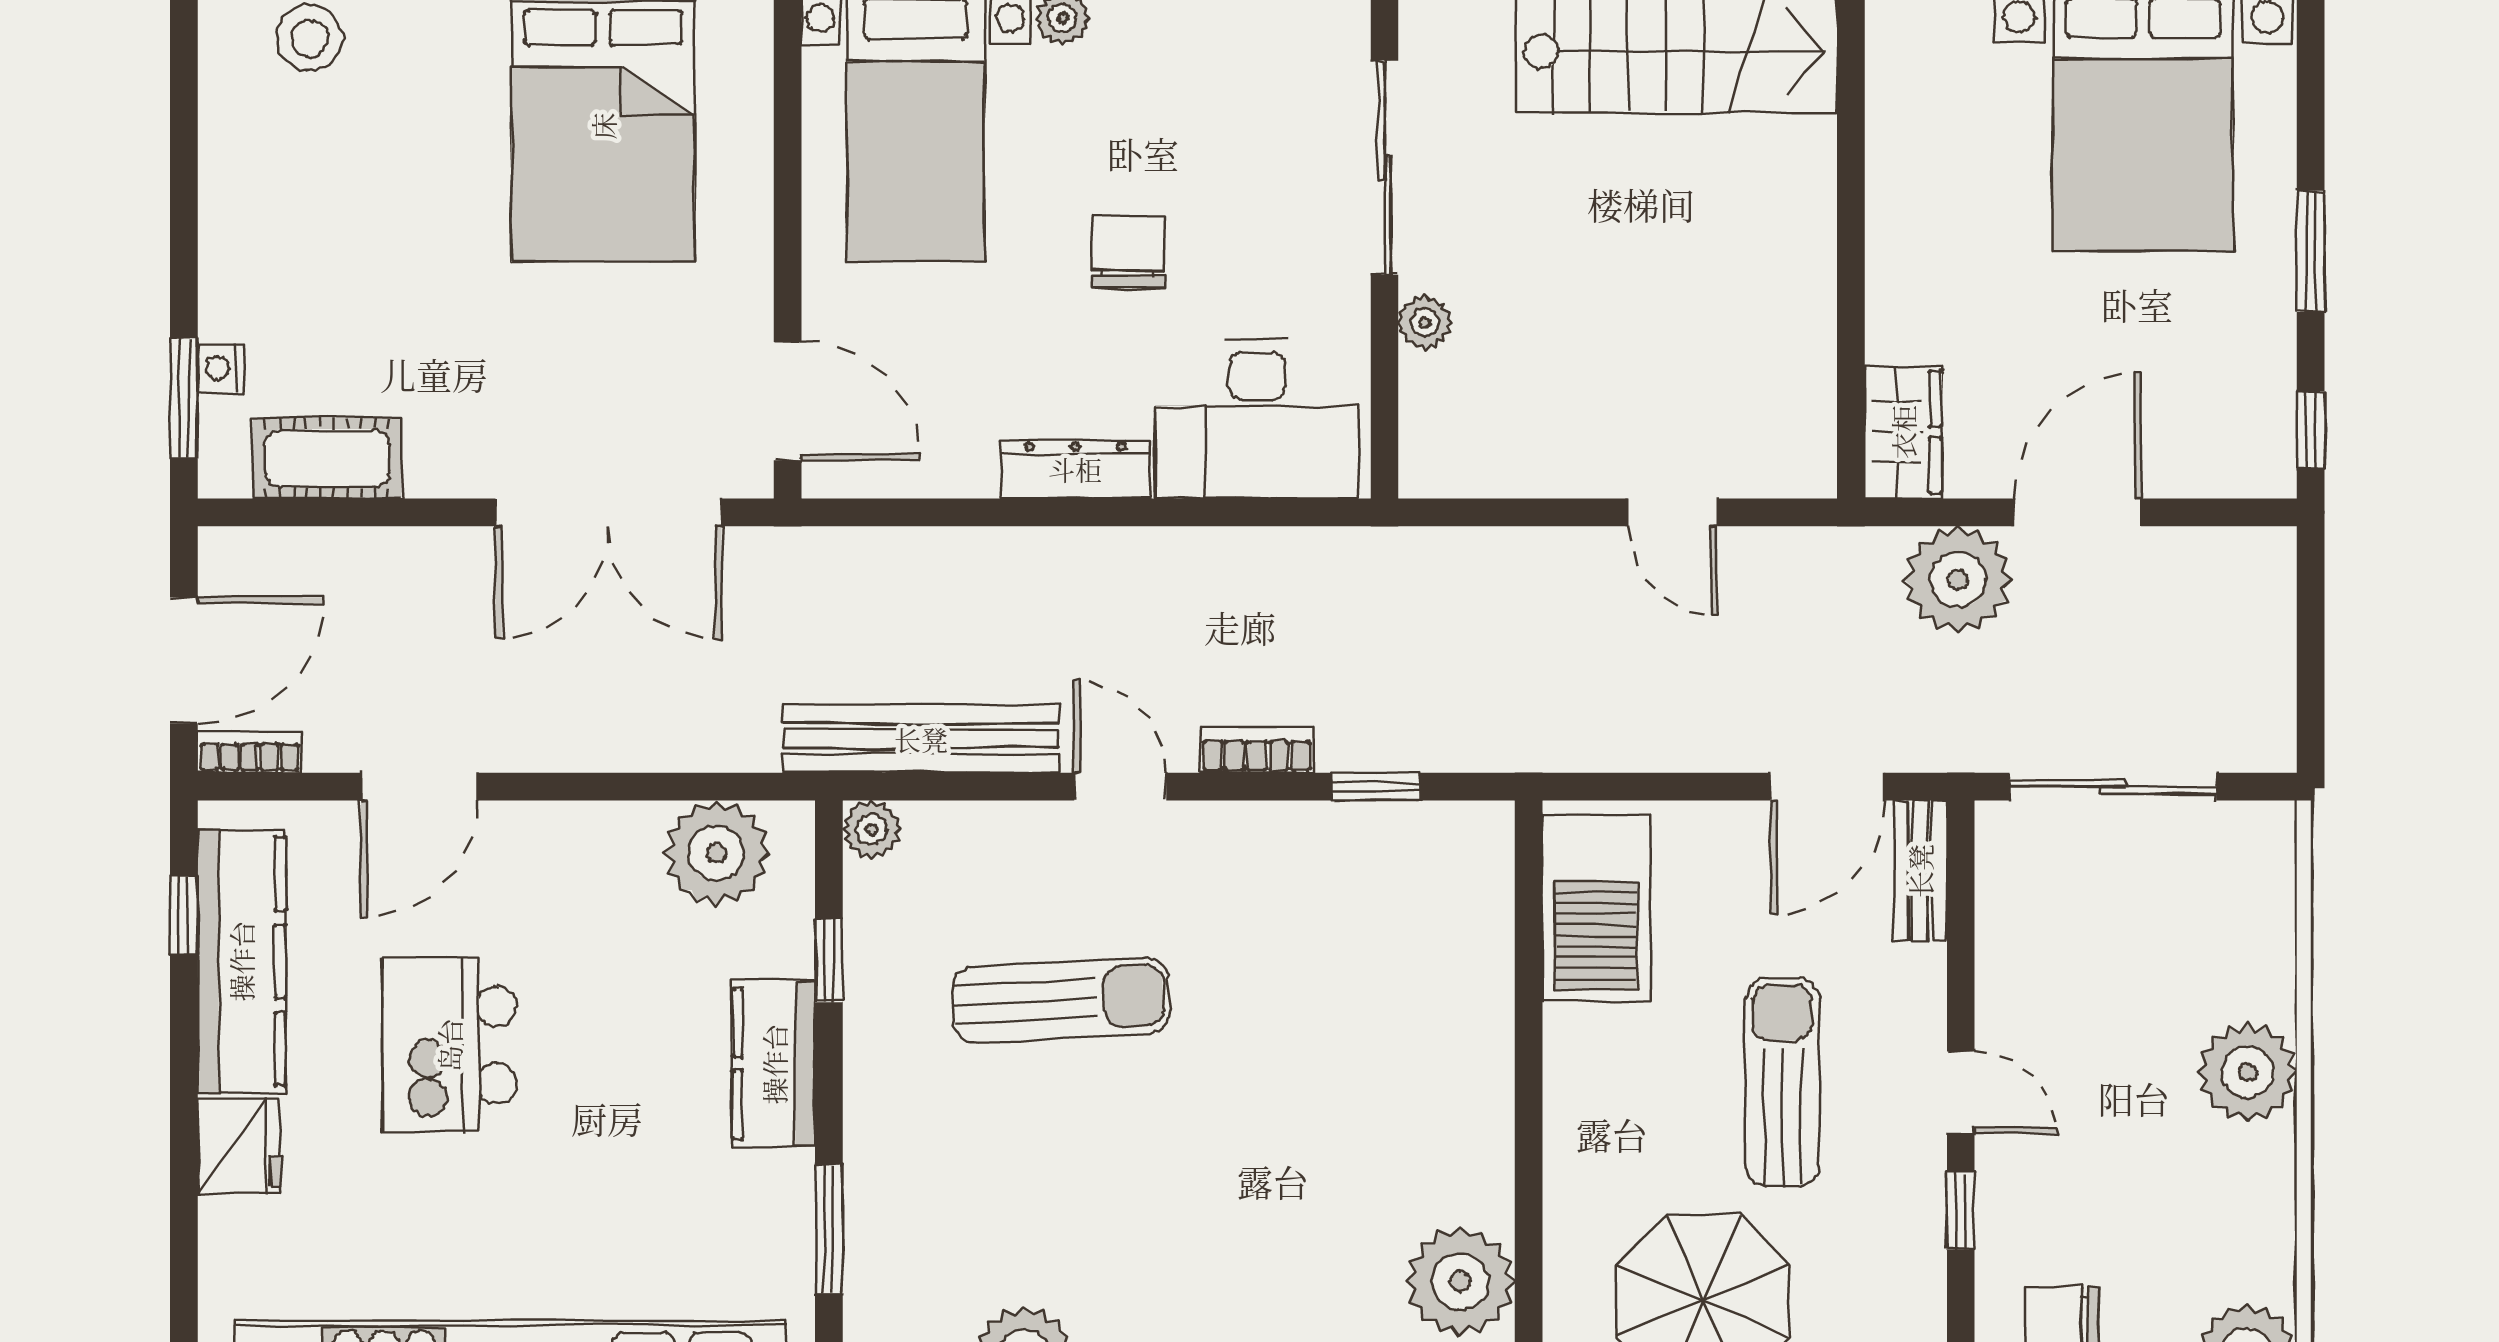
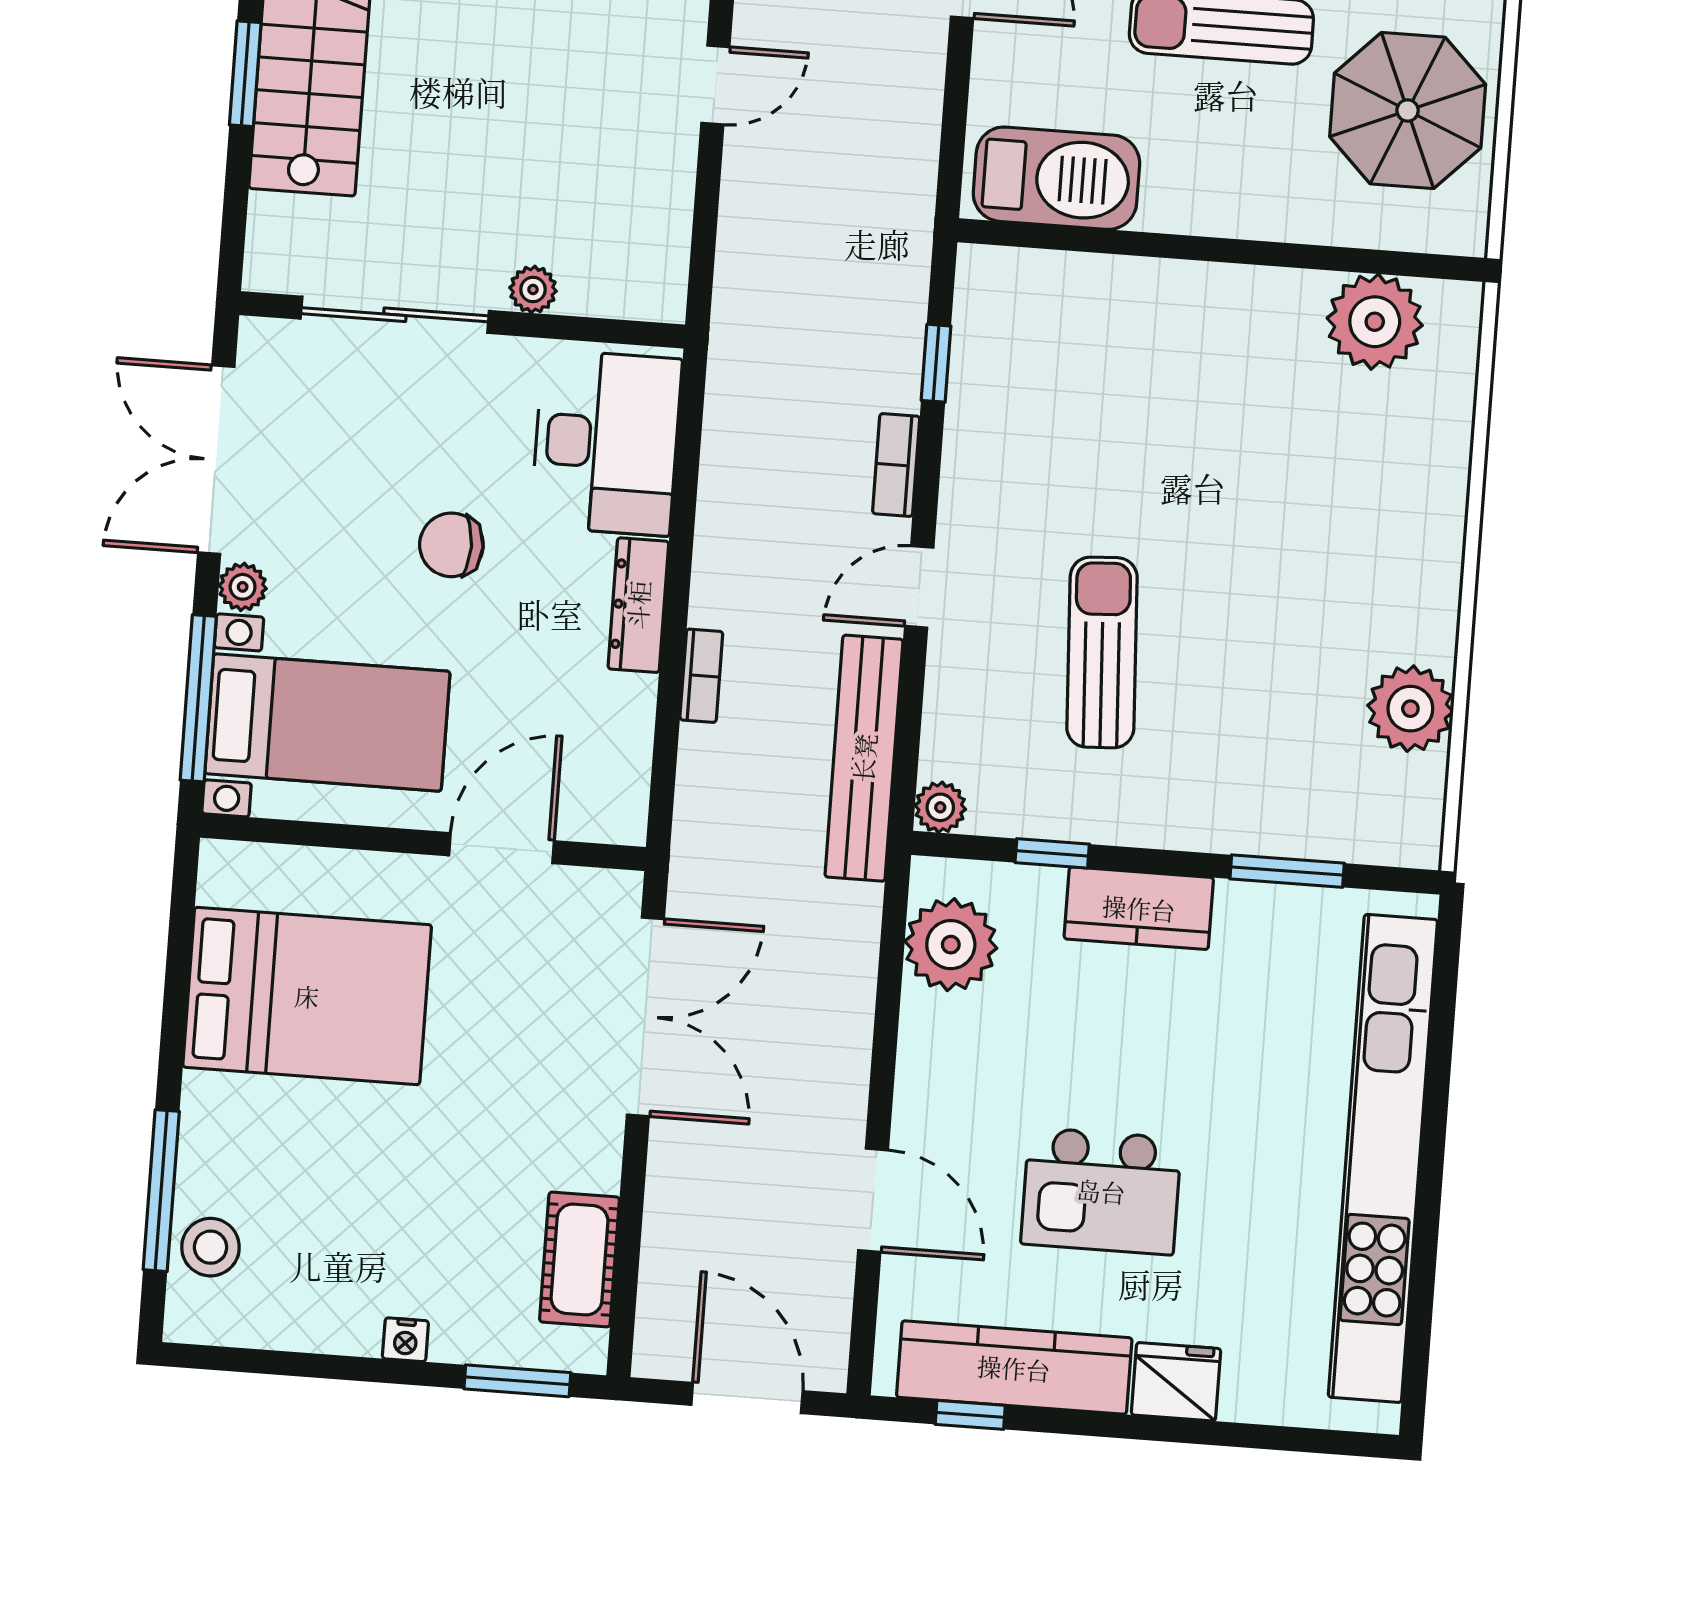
nightstand: (221, 368) -> (405, 1340), moved
door: (788, 401) -> (501, 848), moved
bookcase: (250, 752) -> (701, 676), moved, turned 180

